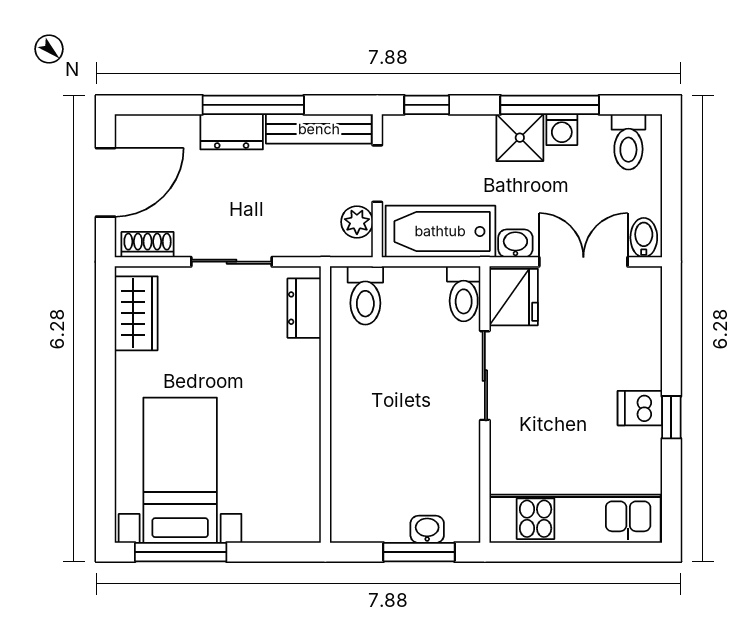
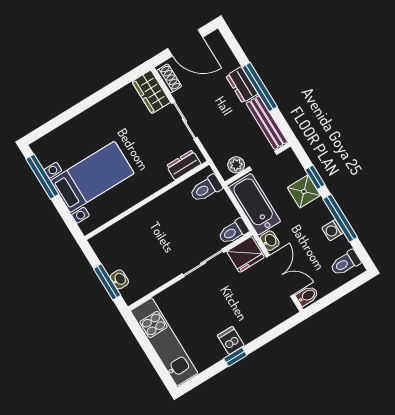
window: (427, 105) -> (315, 177), moved
shower: (520, 138) -> (304, 191), moved
wardrobe: (136, 313) -> (151, 92), moved, turned 90
bed with nightstands: (180, 470) -> (92, 177), moved

